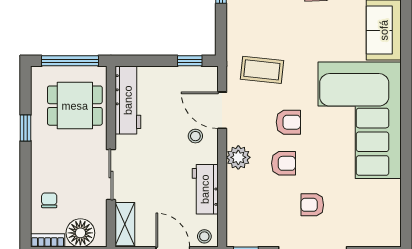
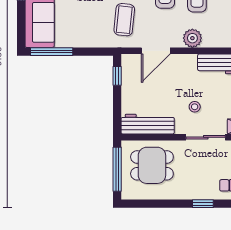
dining table: (75, 106) -> (152, 165), turned 90
window: (26, 128) -> (203, 204), moved
stool: (195, 136) -> (195, 107), moved

